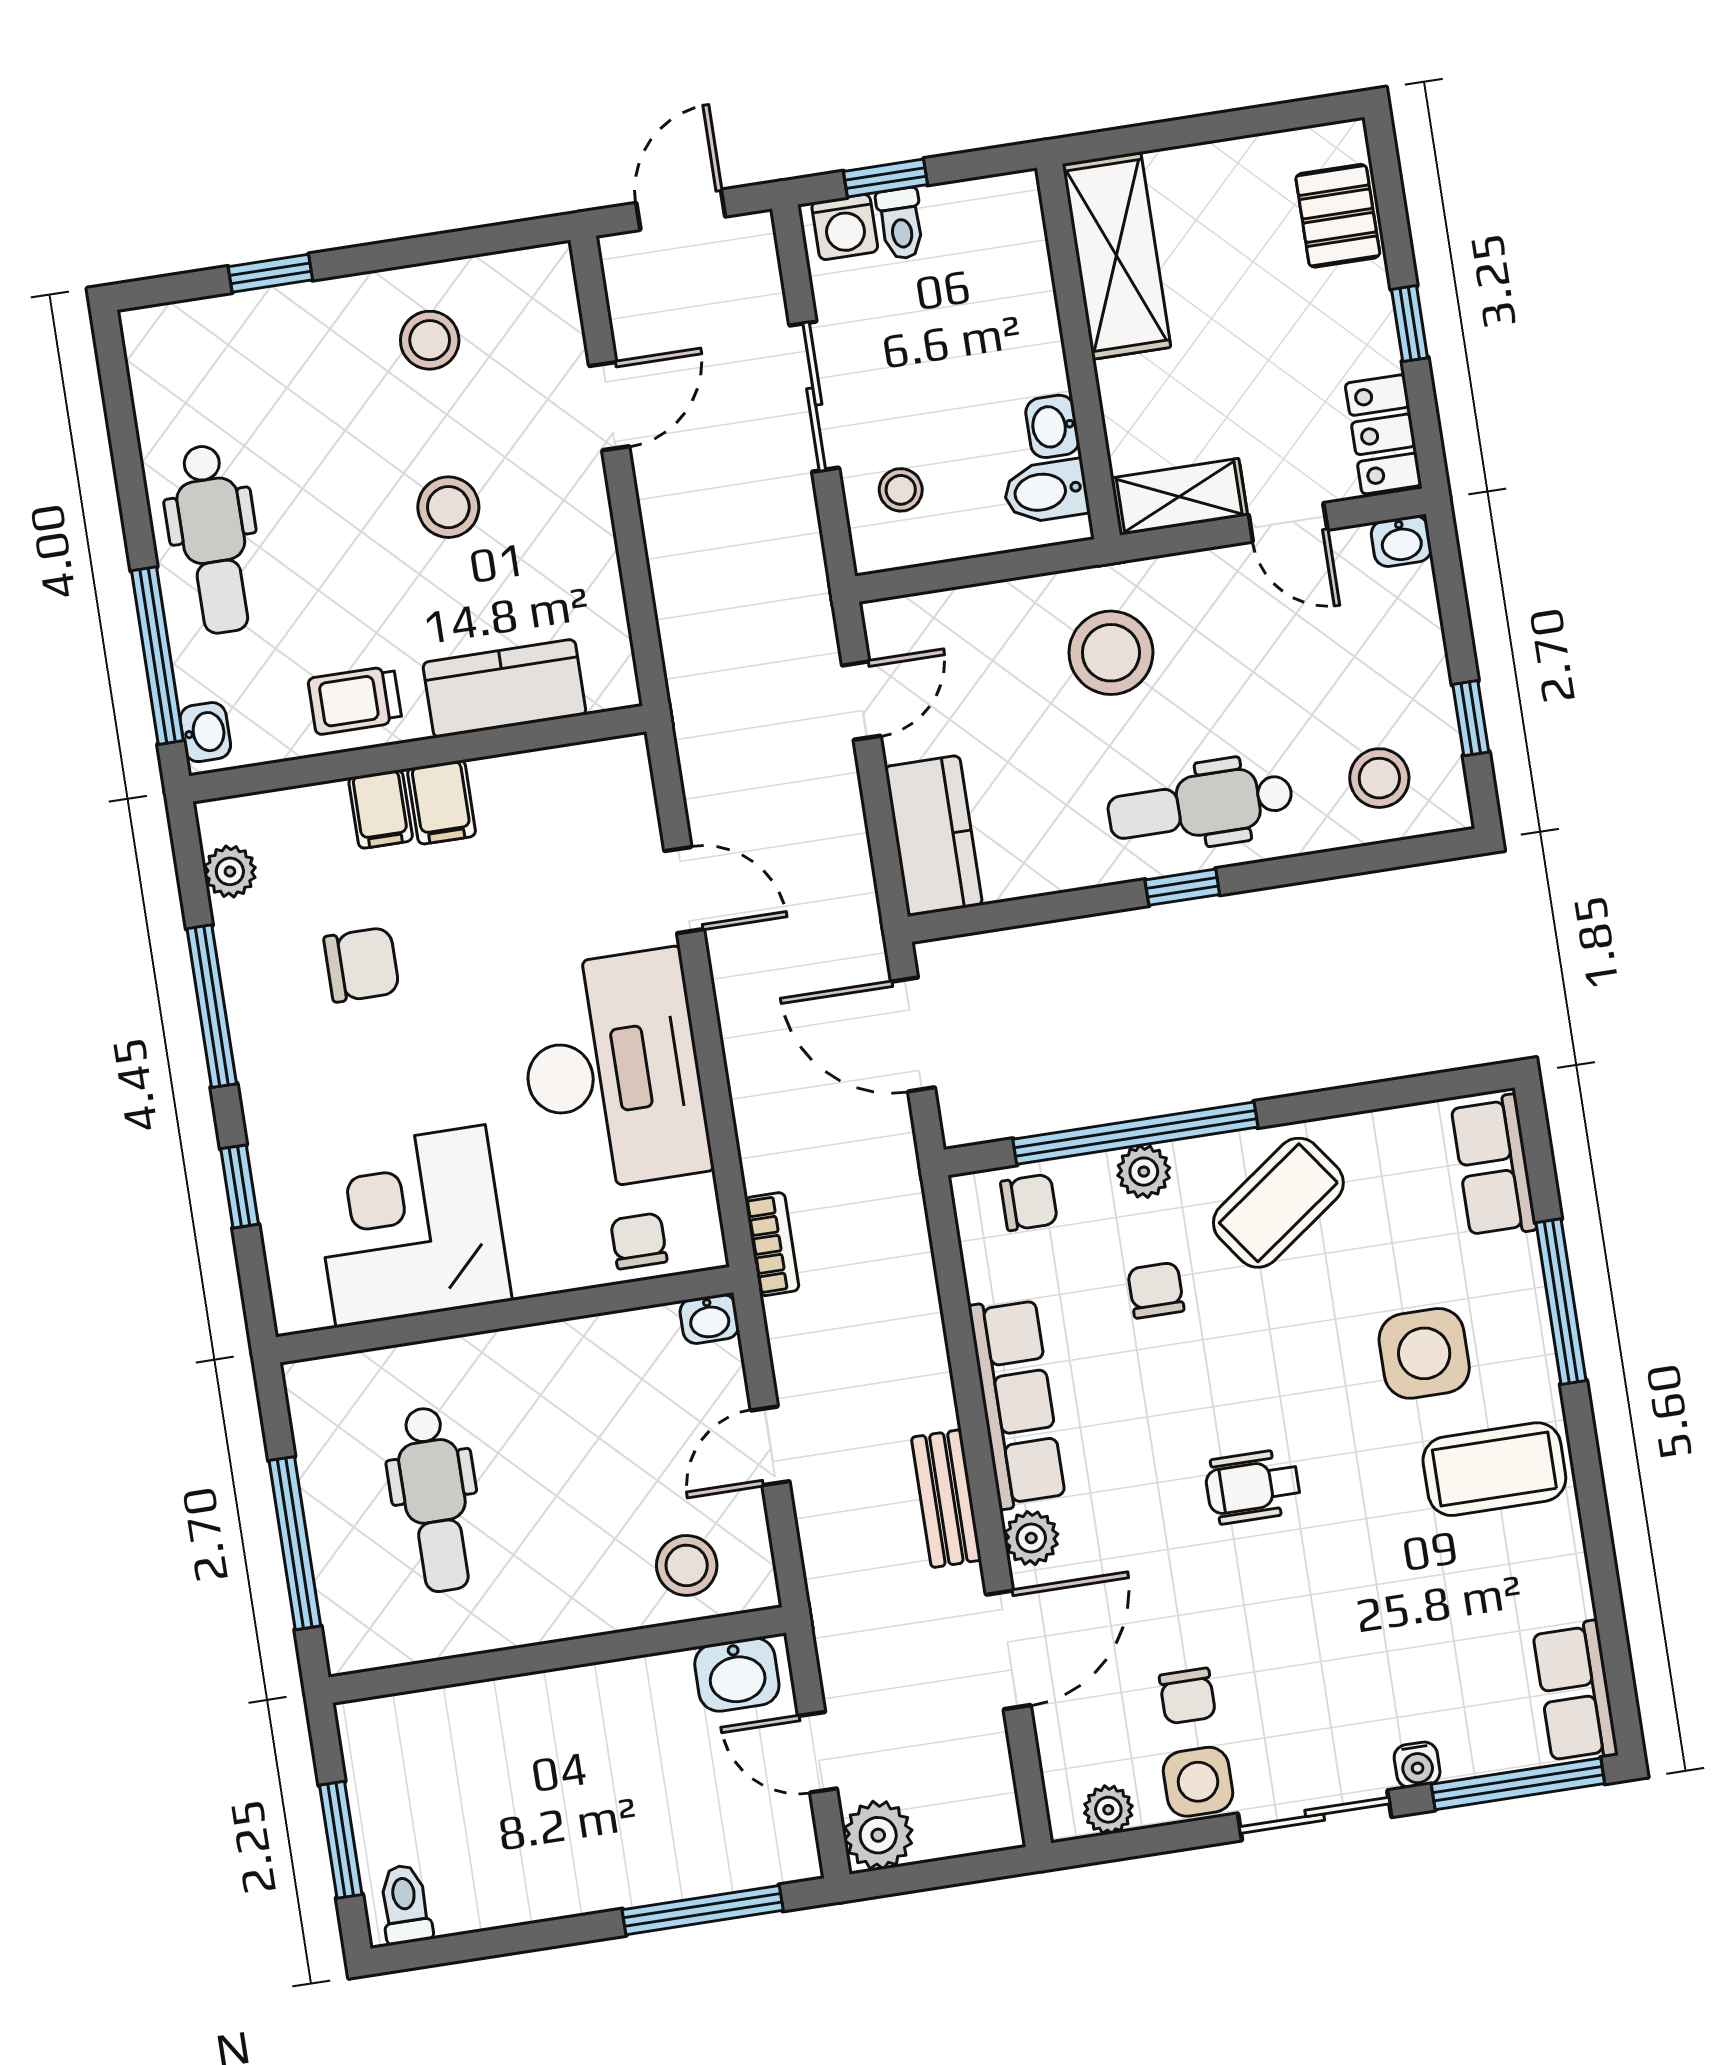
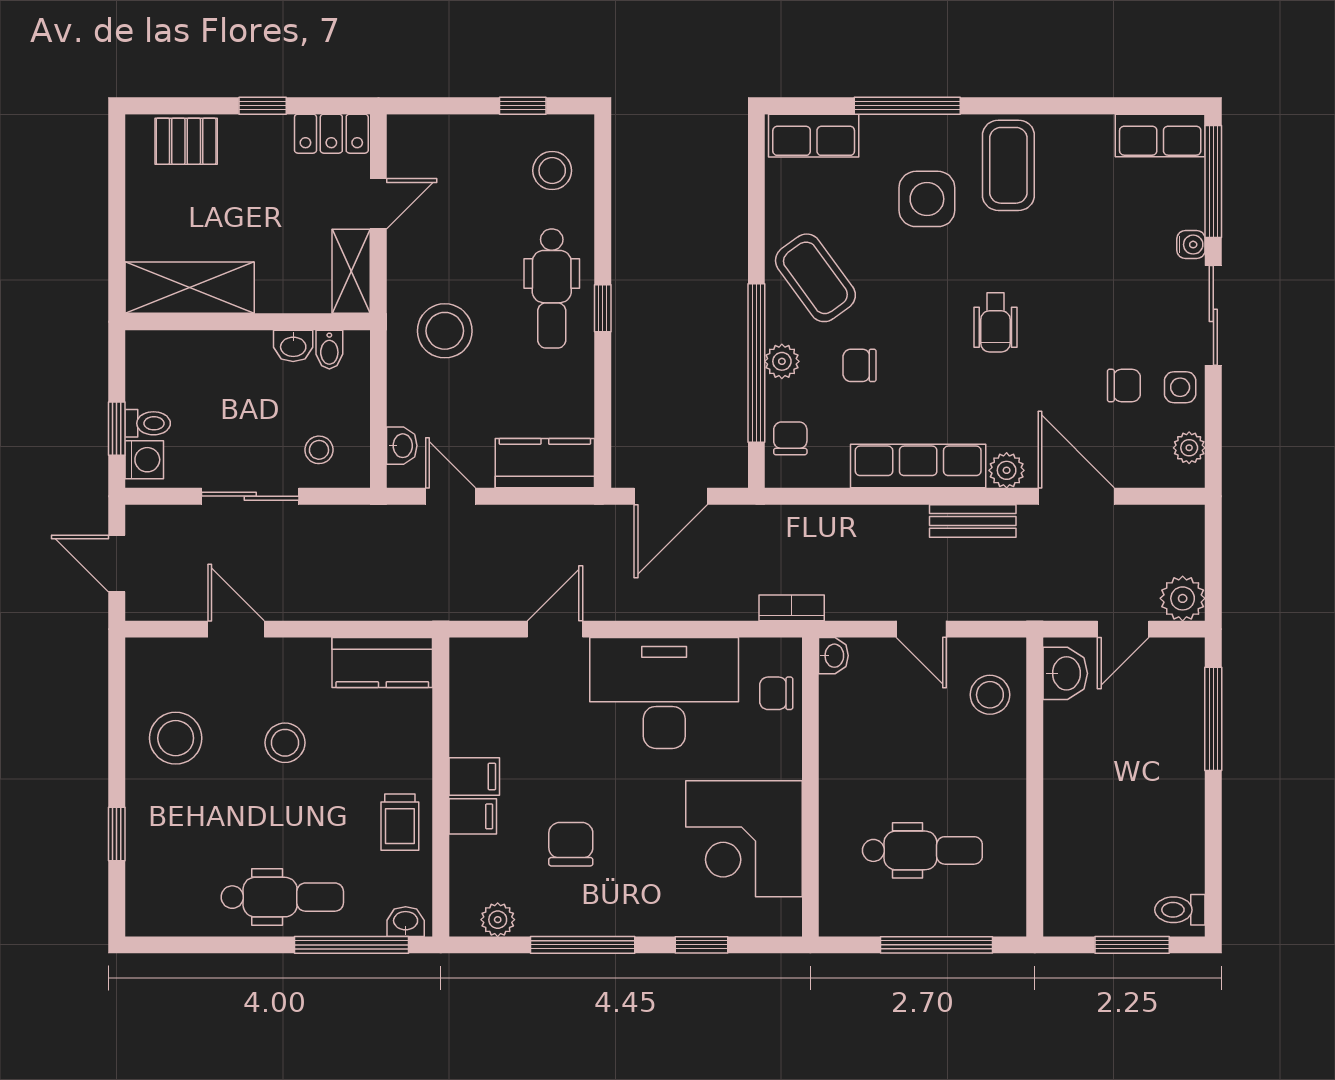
stool: (430, 340) -> (176, 738), width x1.38, depth x1.38
bidet: (1046, 491) -> (329, 350), width x0.72, depth x0.74
washbasin: (1401, 541) -> (402, 446), moved
kitchen counter: (504, 689) -> (382, 663), moved, turned -90
side table: (1198, 1782) -> (1180, 387), width x0.73, depth x0.73

